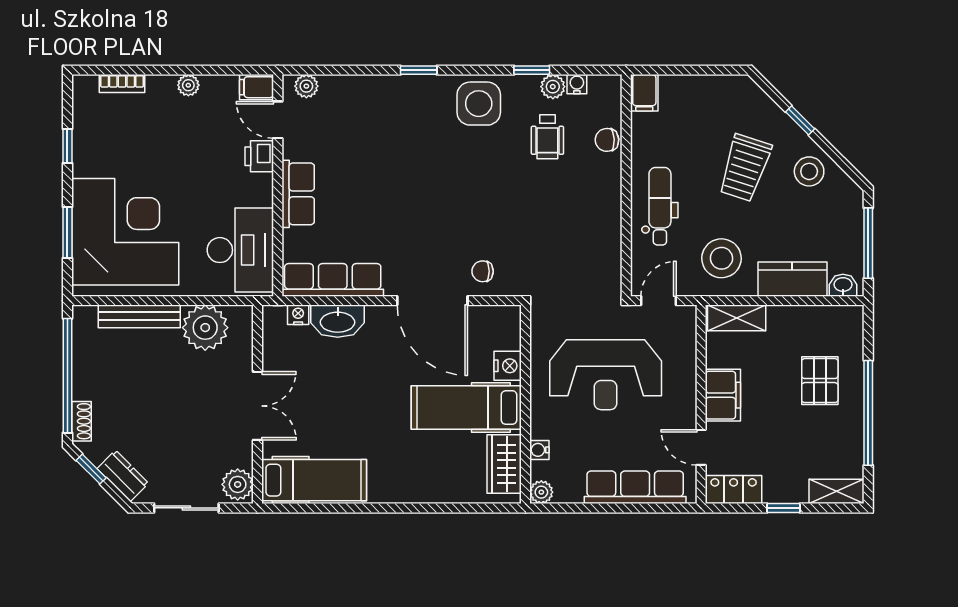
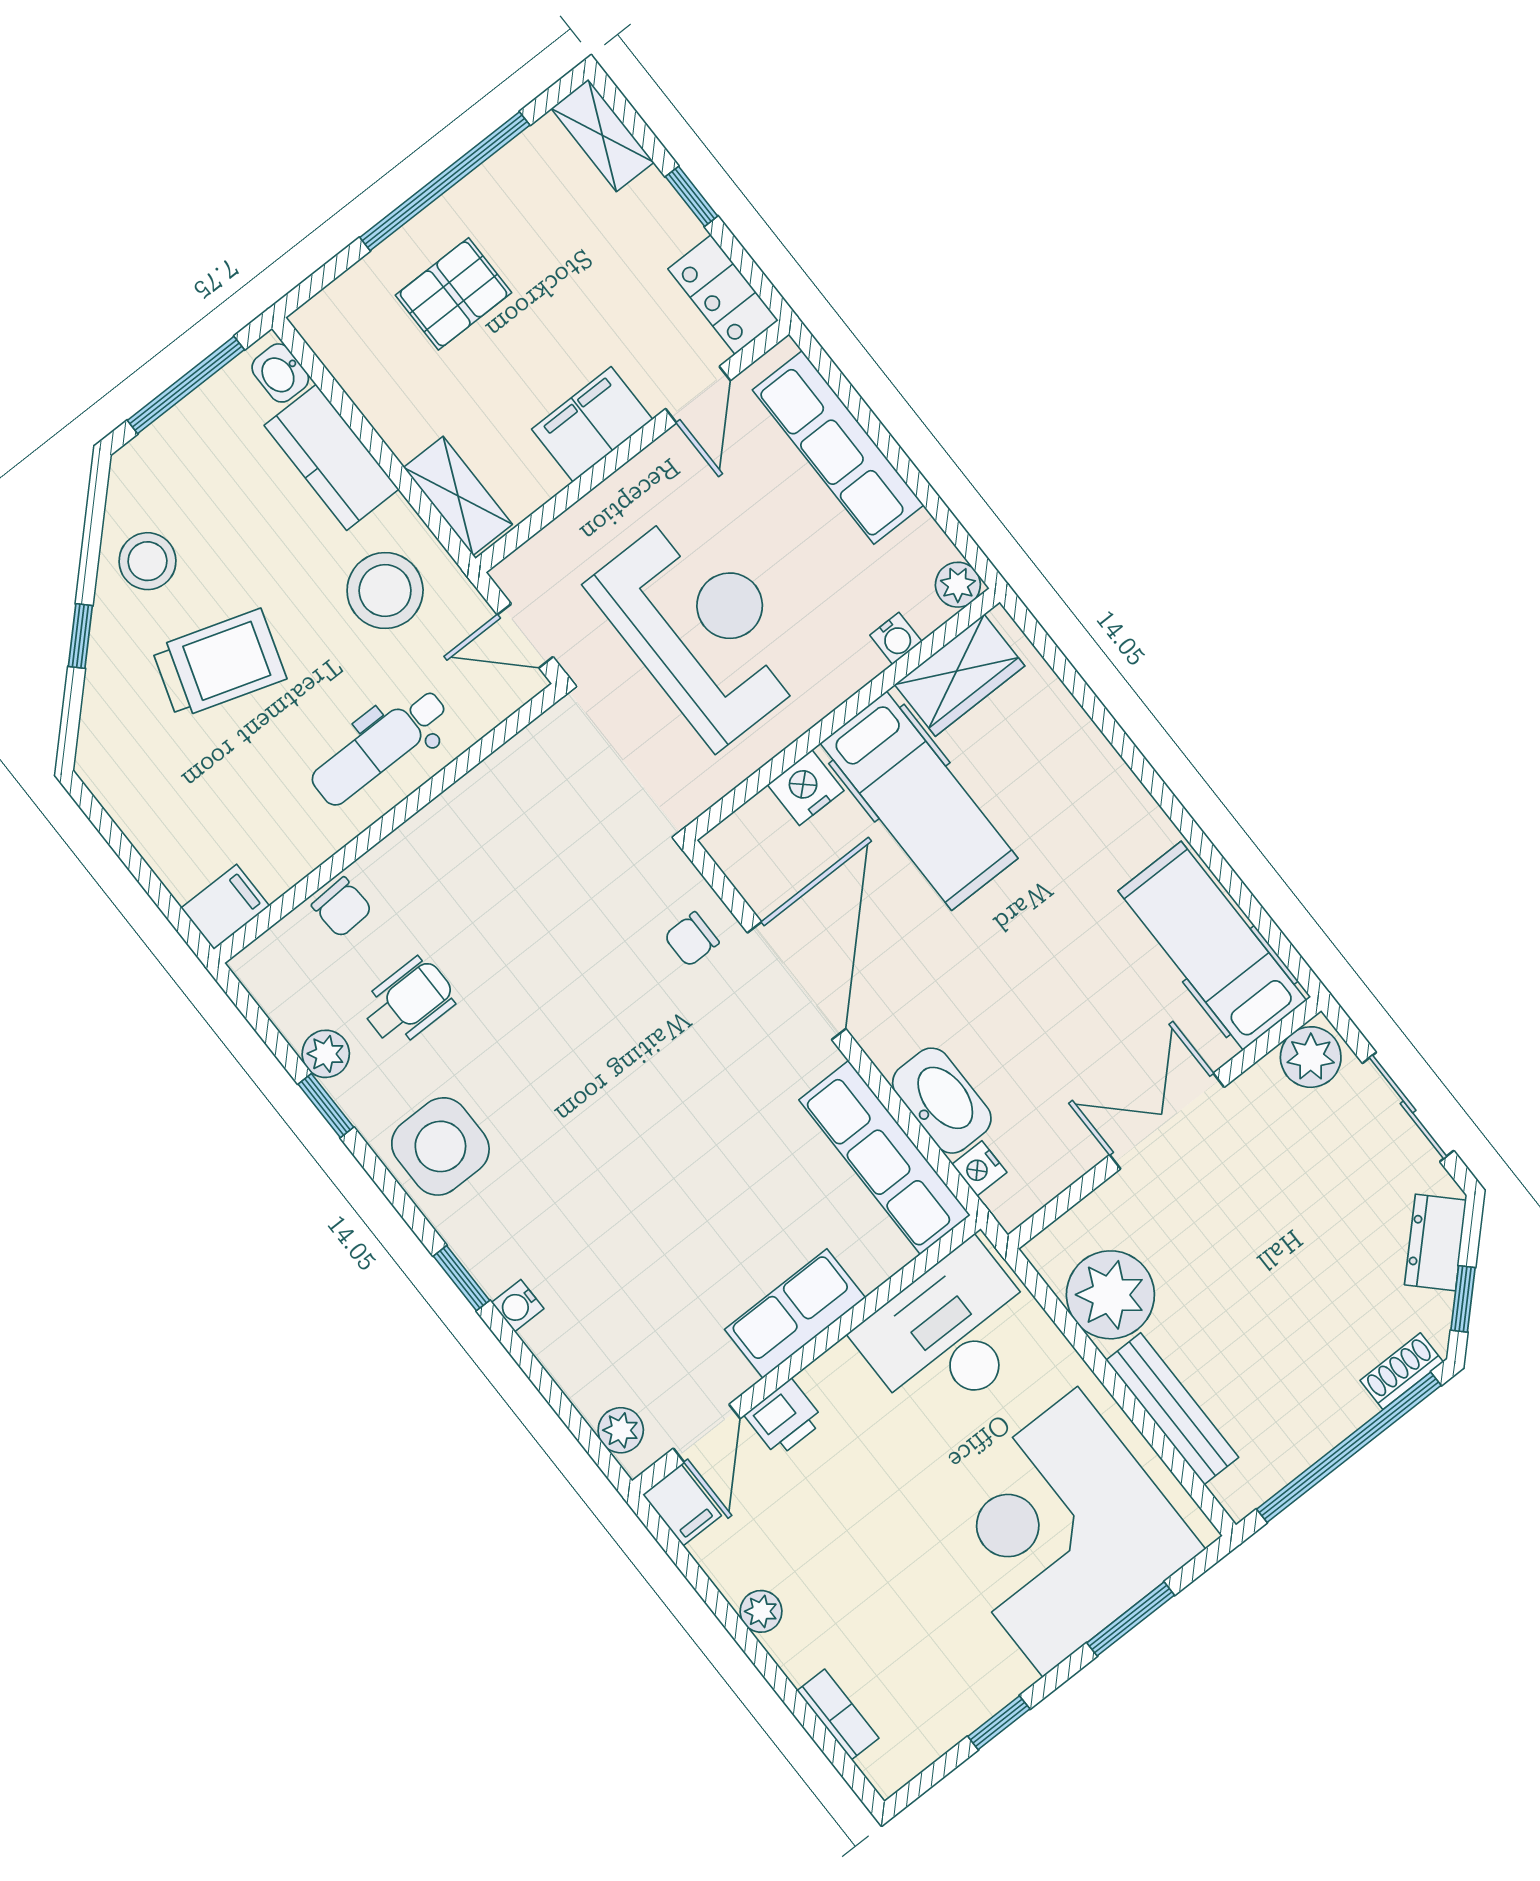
water cooler: (577, 84) -> (518, 1306), moved
chair: (483, 271) -> (692, 939), turned 90

